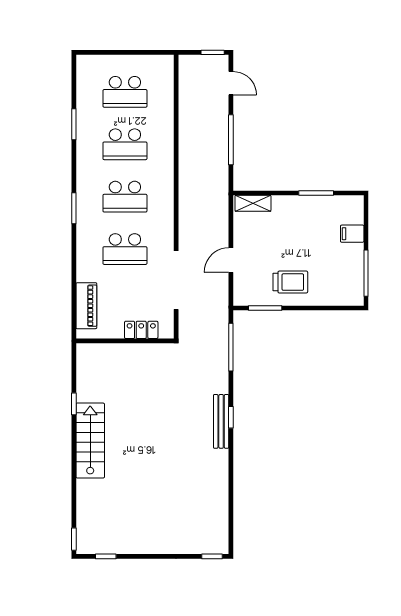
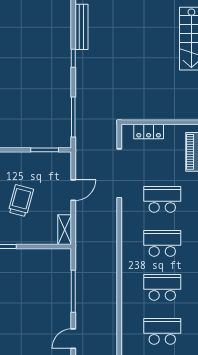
door: (231, 83) -> (73, 339), hinge flipped
shelving: (253, 203) -> (65, 230), moved, turned 90
trolley: (290, 282) -> (21, 201), moved, turned 105
bench: (221, 421) -> (82, 27), moved

